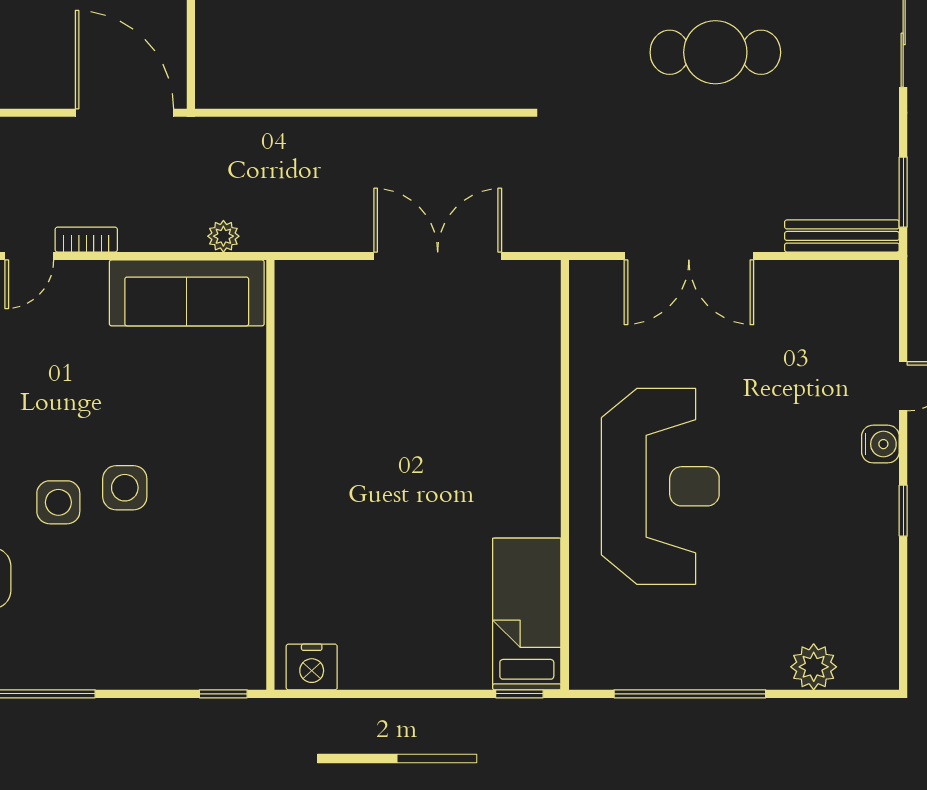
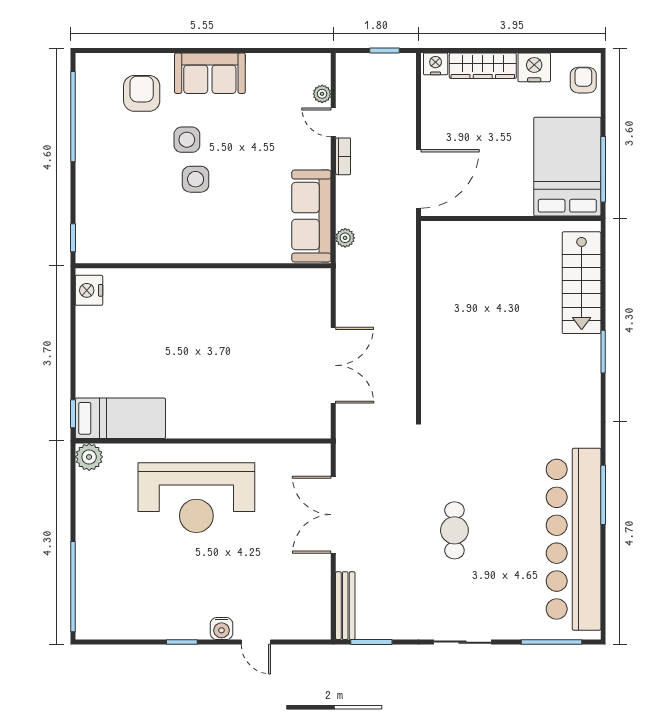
cafe table: (715, 52) -> (454, 530), width x0.73, depth x0.74
plant: (814, 667) -> (89, 457), moved
window: (690, 694) -> (73, 587), moved

